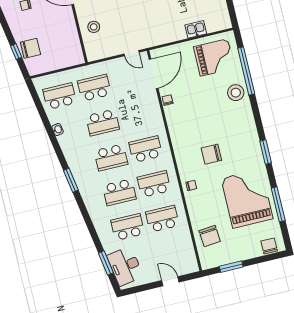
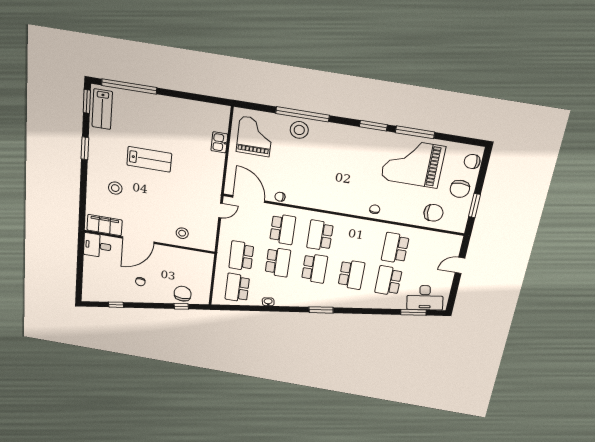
window: (246, 71) -> (302, 114), moved
chair: (211, 154) -> (460, 189), moved
school desk: (154, 184) -> (283, 229), moved, turned 180
window: (278, 204) -> (415, 132), moved

